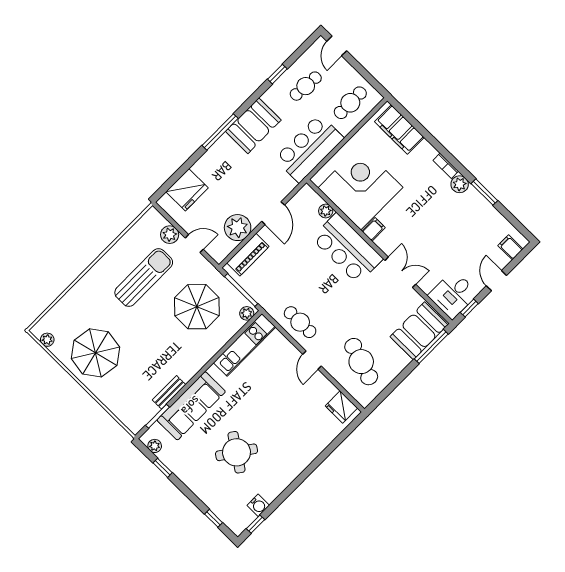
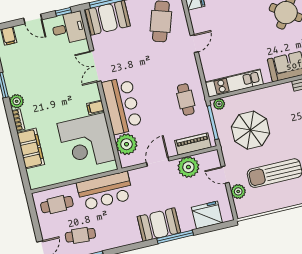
booth: (253, 126) -> (159, 225), moved
filing cabinet: (399, 130) -> (31, 148), moved
window: (220, 132) -> (175, 237), moved
plant: (326, 211) -> (126, 144), width x1.88, depth x1.88
door: (496, 281) -> (33, 19), hinge flipped
cafe table: (300, 322) -> (186, 99), moved

